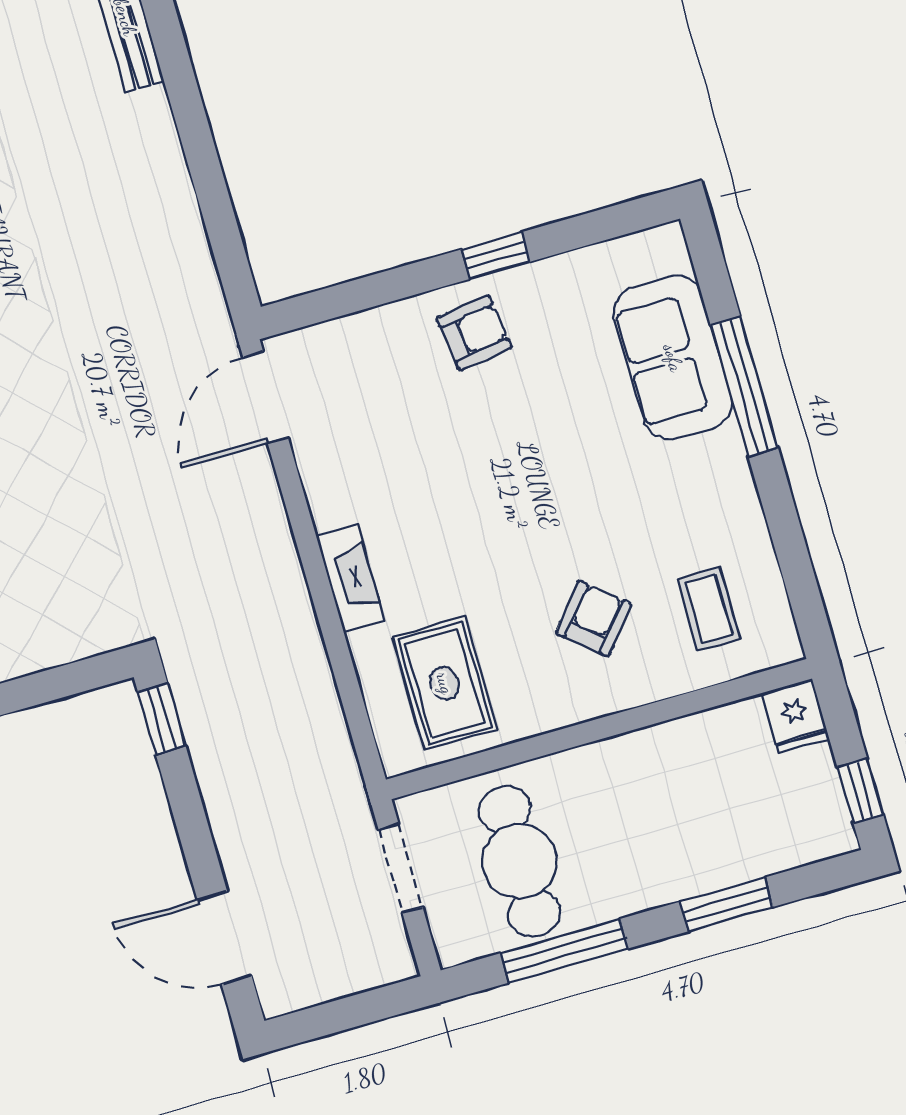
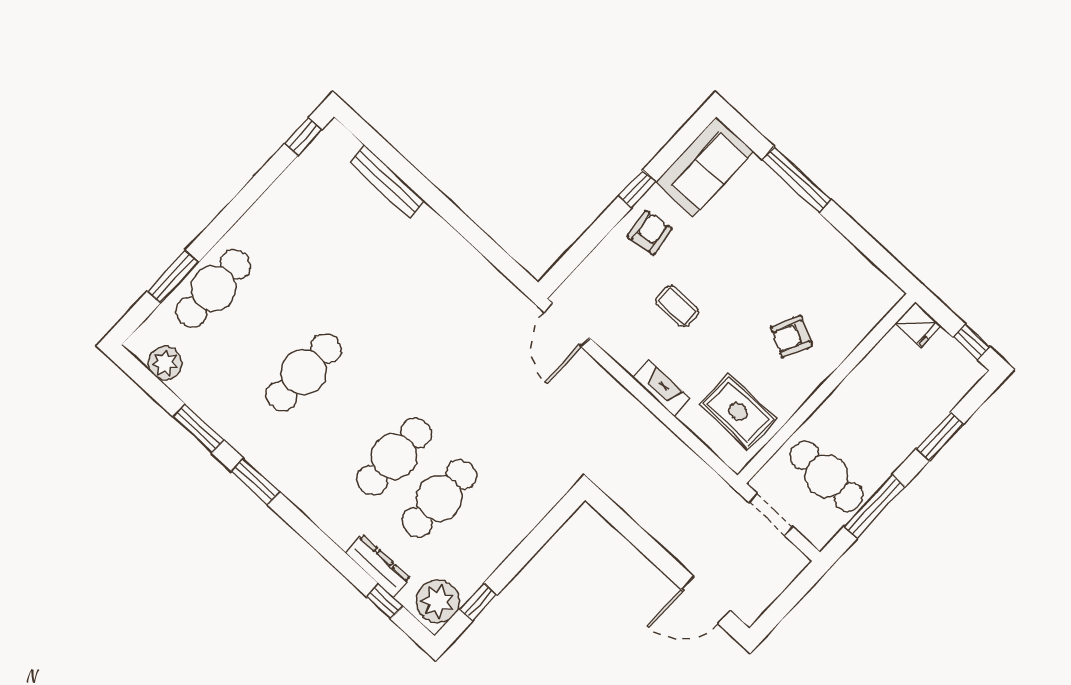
sofa: (673, 358) -> (705, 167), moved, turned -90
coffee table: (709, 609) -> (677, 306), moved
armchair: (594, 618) -> (791, 336), turned -104
window: (162, 719) -> (611, 512), removed

